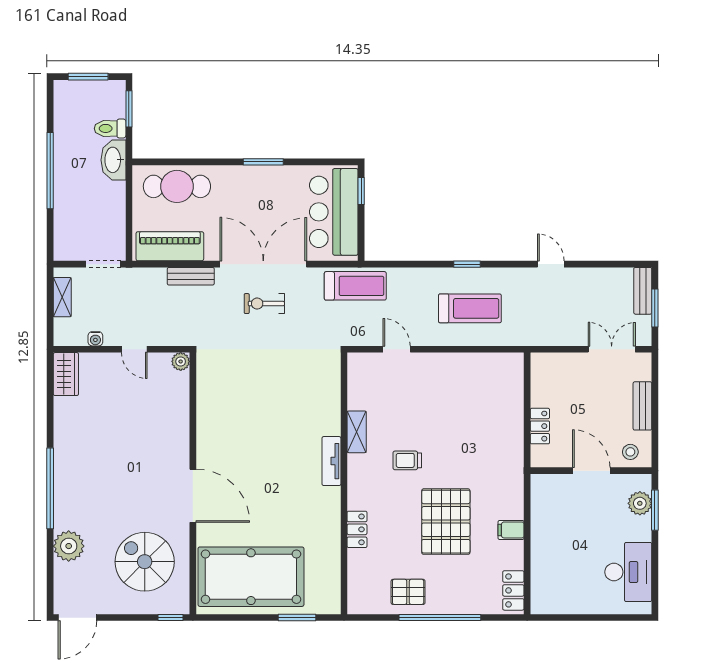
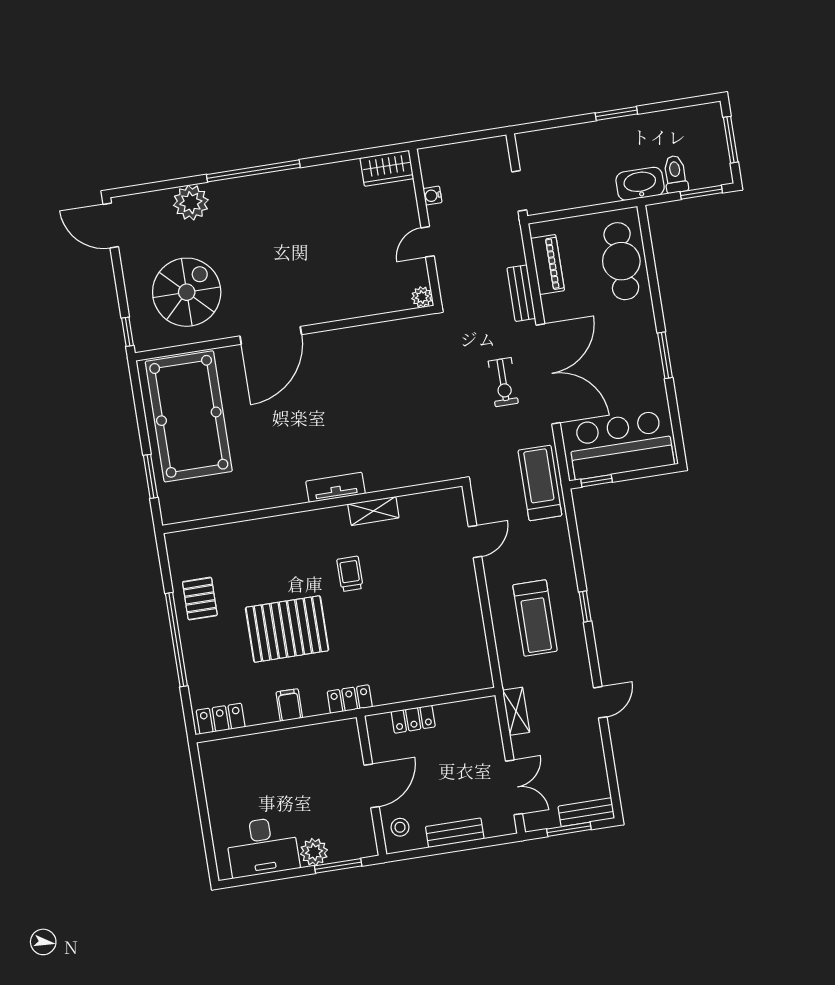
window: (50, 171) -> (616, 113), width x0.47
window: (361, 191) -> (597, 481), moved
piano: (170, 246) -> (548, 265), width x0.73, depth x0.75
treadmill: (355, 286) -> (540, 483), turned 180
shelving: (62, 297) -> (516, 711), moved, turned 90
exercise bike: (264, 304) -> (503, 382), turned 180
plant: (640, 503) -> (314, 852), moved
locker: (357, 529) -> (350, 699), moved, turned 180

